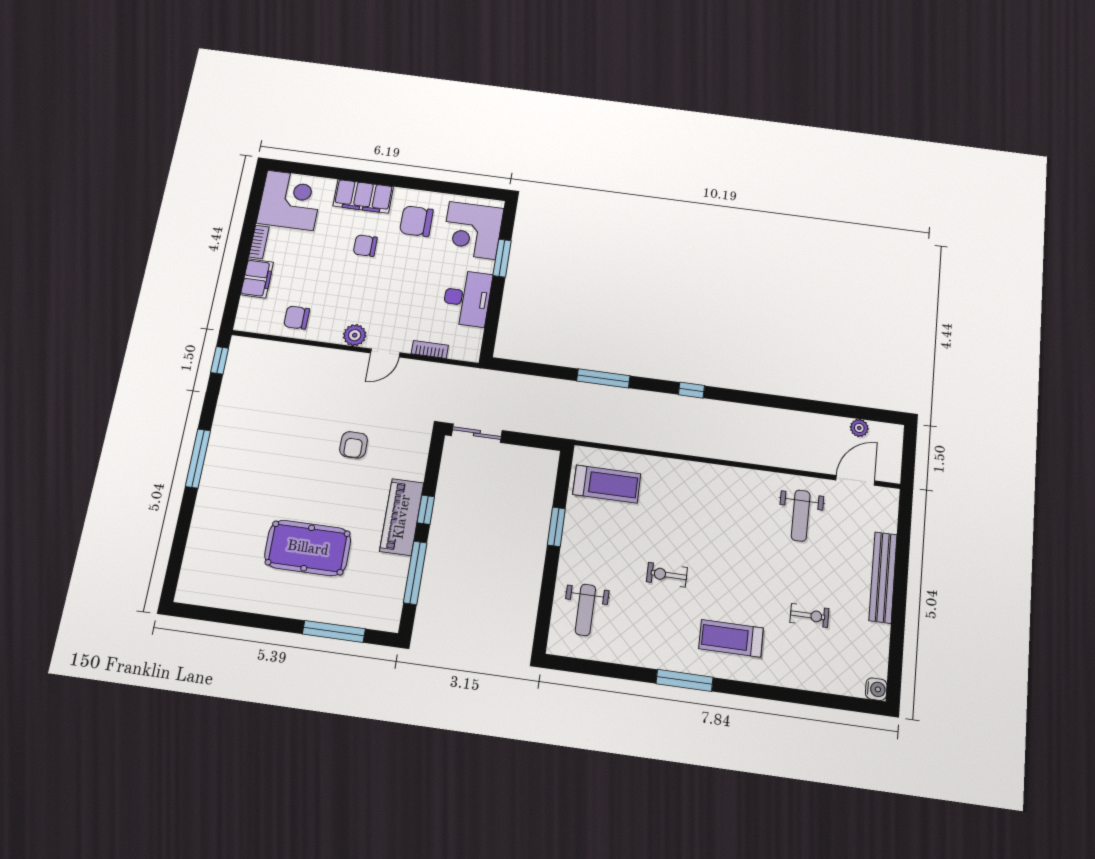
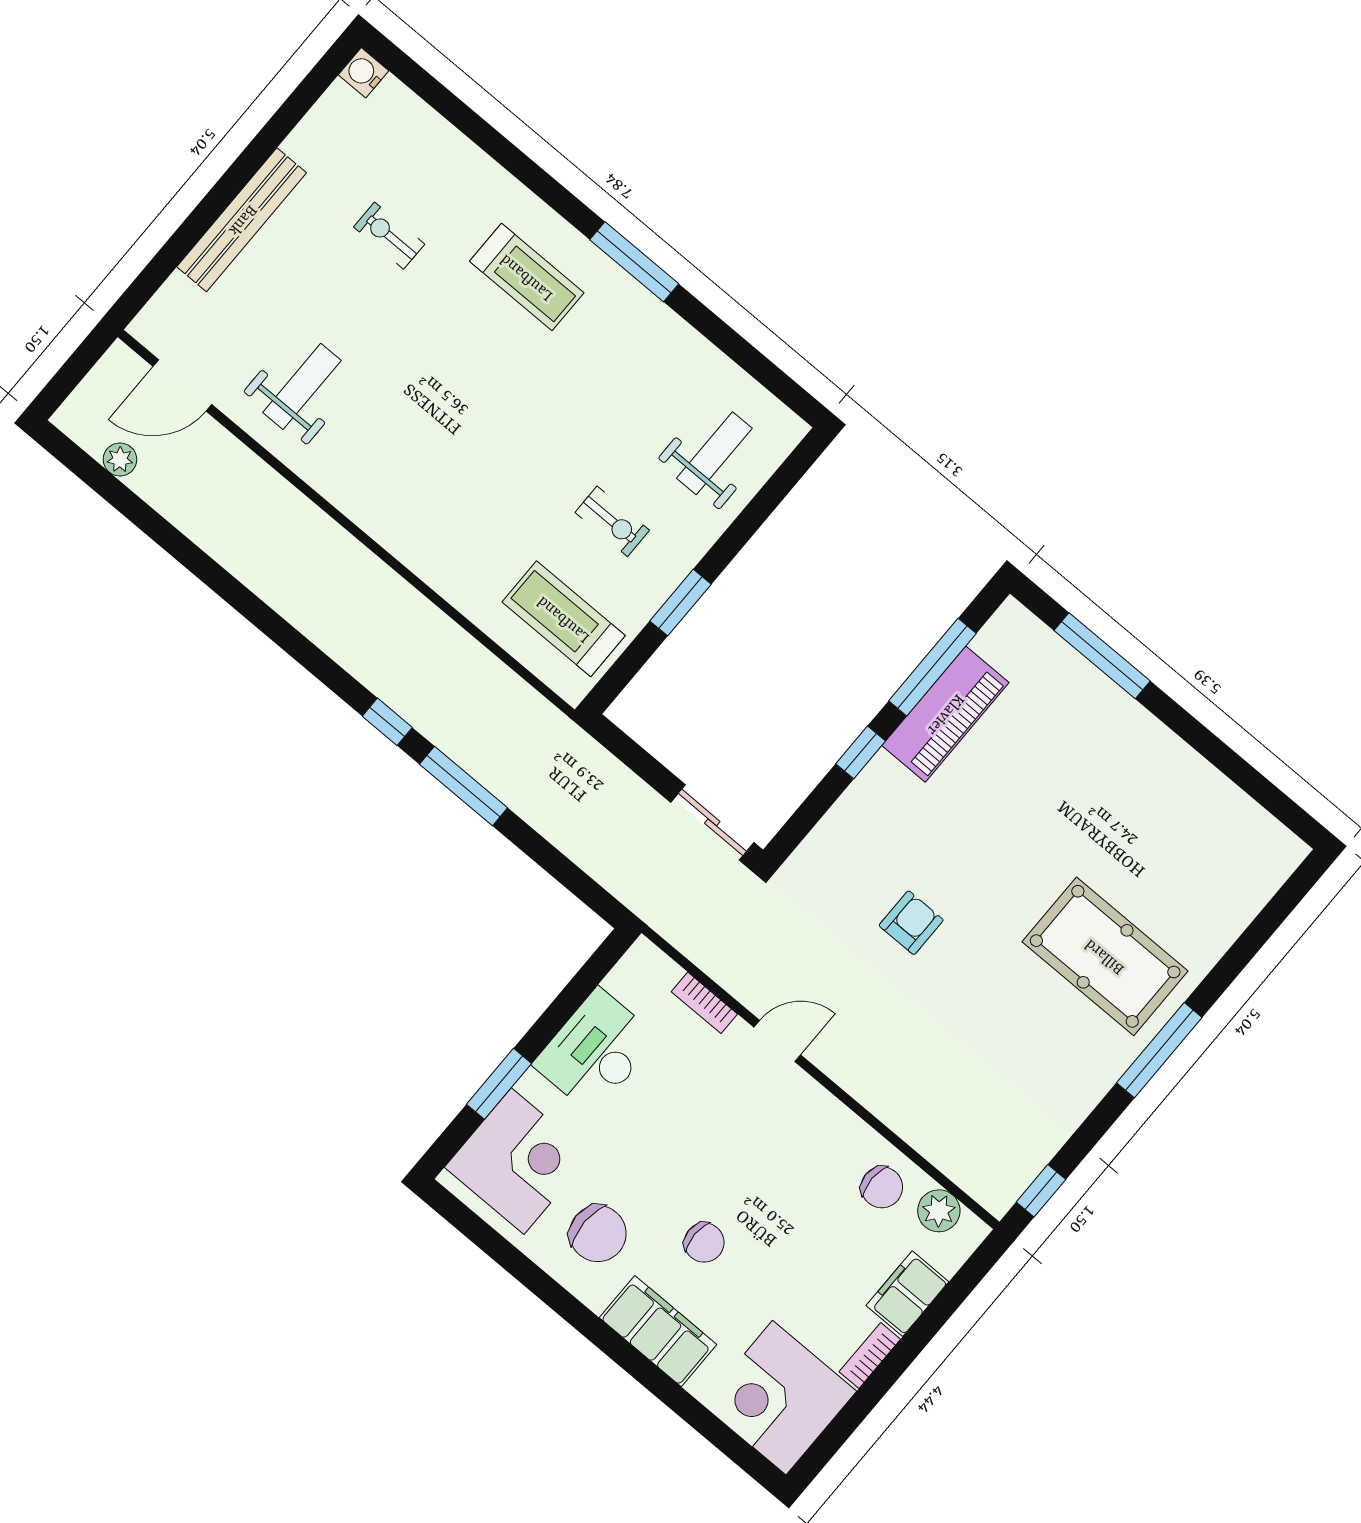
plant: (355, 335) -> (939, 1211), moved
window: (691, 390) -> (387, 722), moved
piano: (402, 517) -> (945, 714), moved
pool table: (308, 548) -> (1105, 956), moved
exercise bike: (667, 575) -> (612, 521), moved

